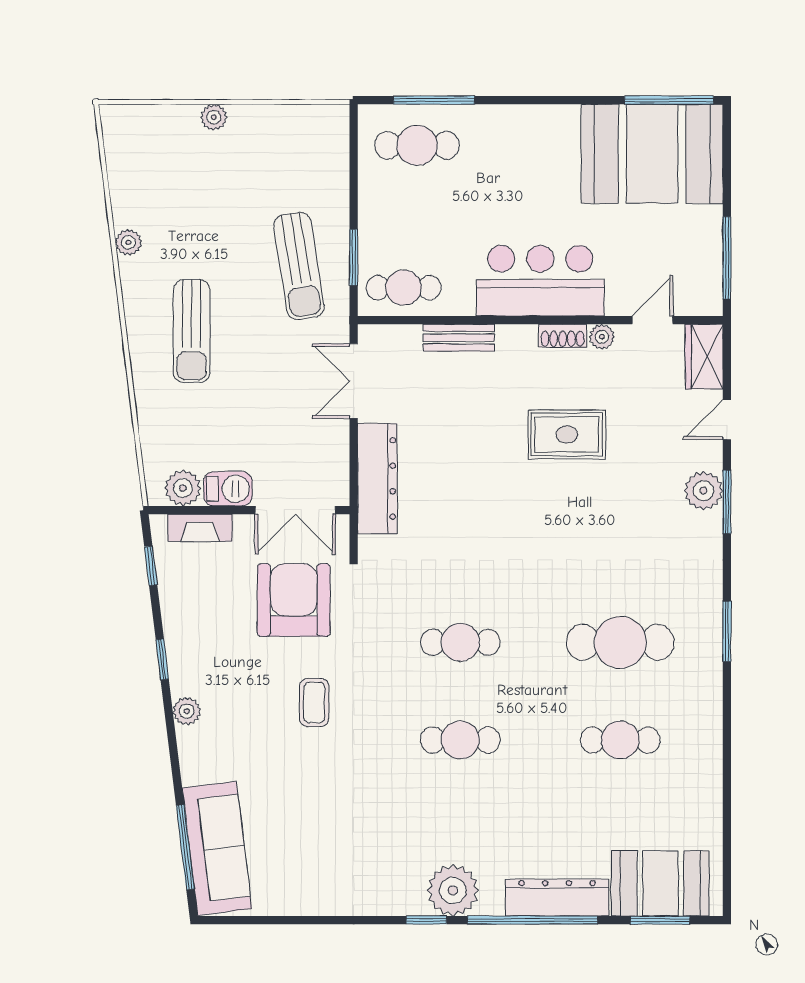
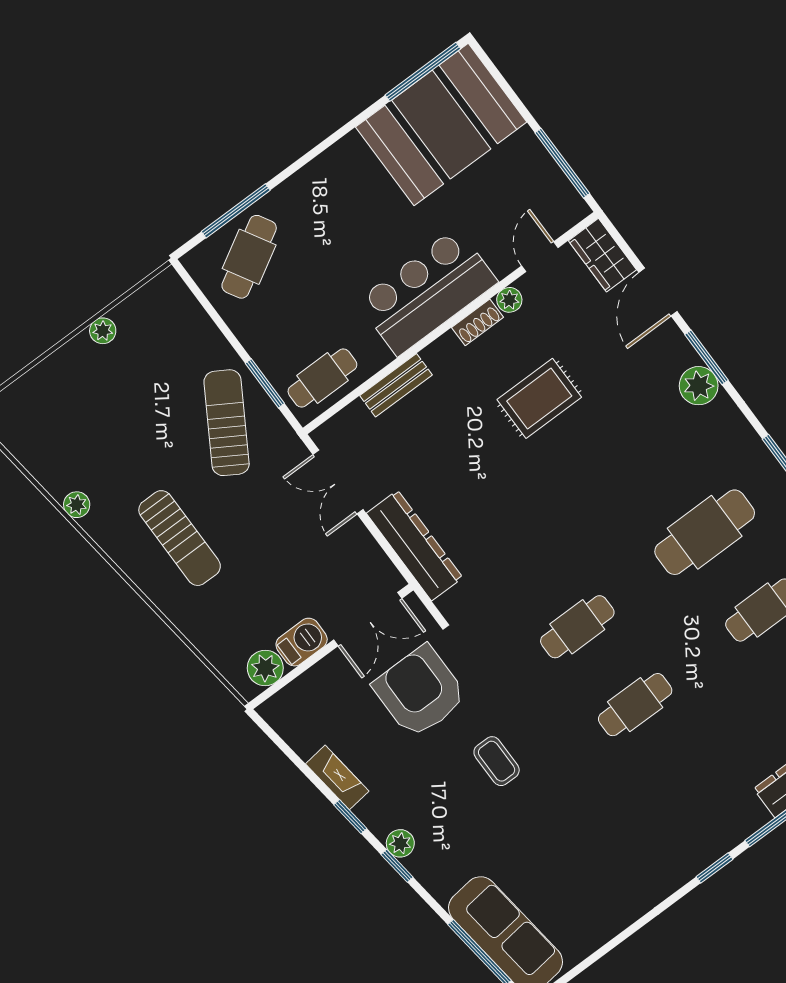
plant: (214, 117) -> (103, 331), moved
cafe table: (417, 145) -> (249, 257), turned -30
sun lounger: (299, 266) -> (227, 423), turned -140
door: (727, 420) -> (658, 292), width x1.38
plant: (704, 491) -> (699, 386), moved
fireplace: (200, 528) -> (337, 777), moved, turned -97
window: (151, 566) -> (397, 866), moved
plant: (453, 890) -> (718, 829), removed

